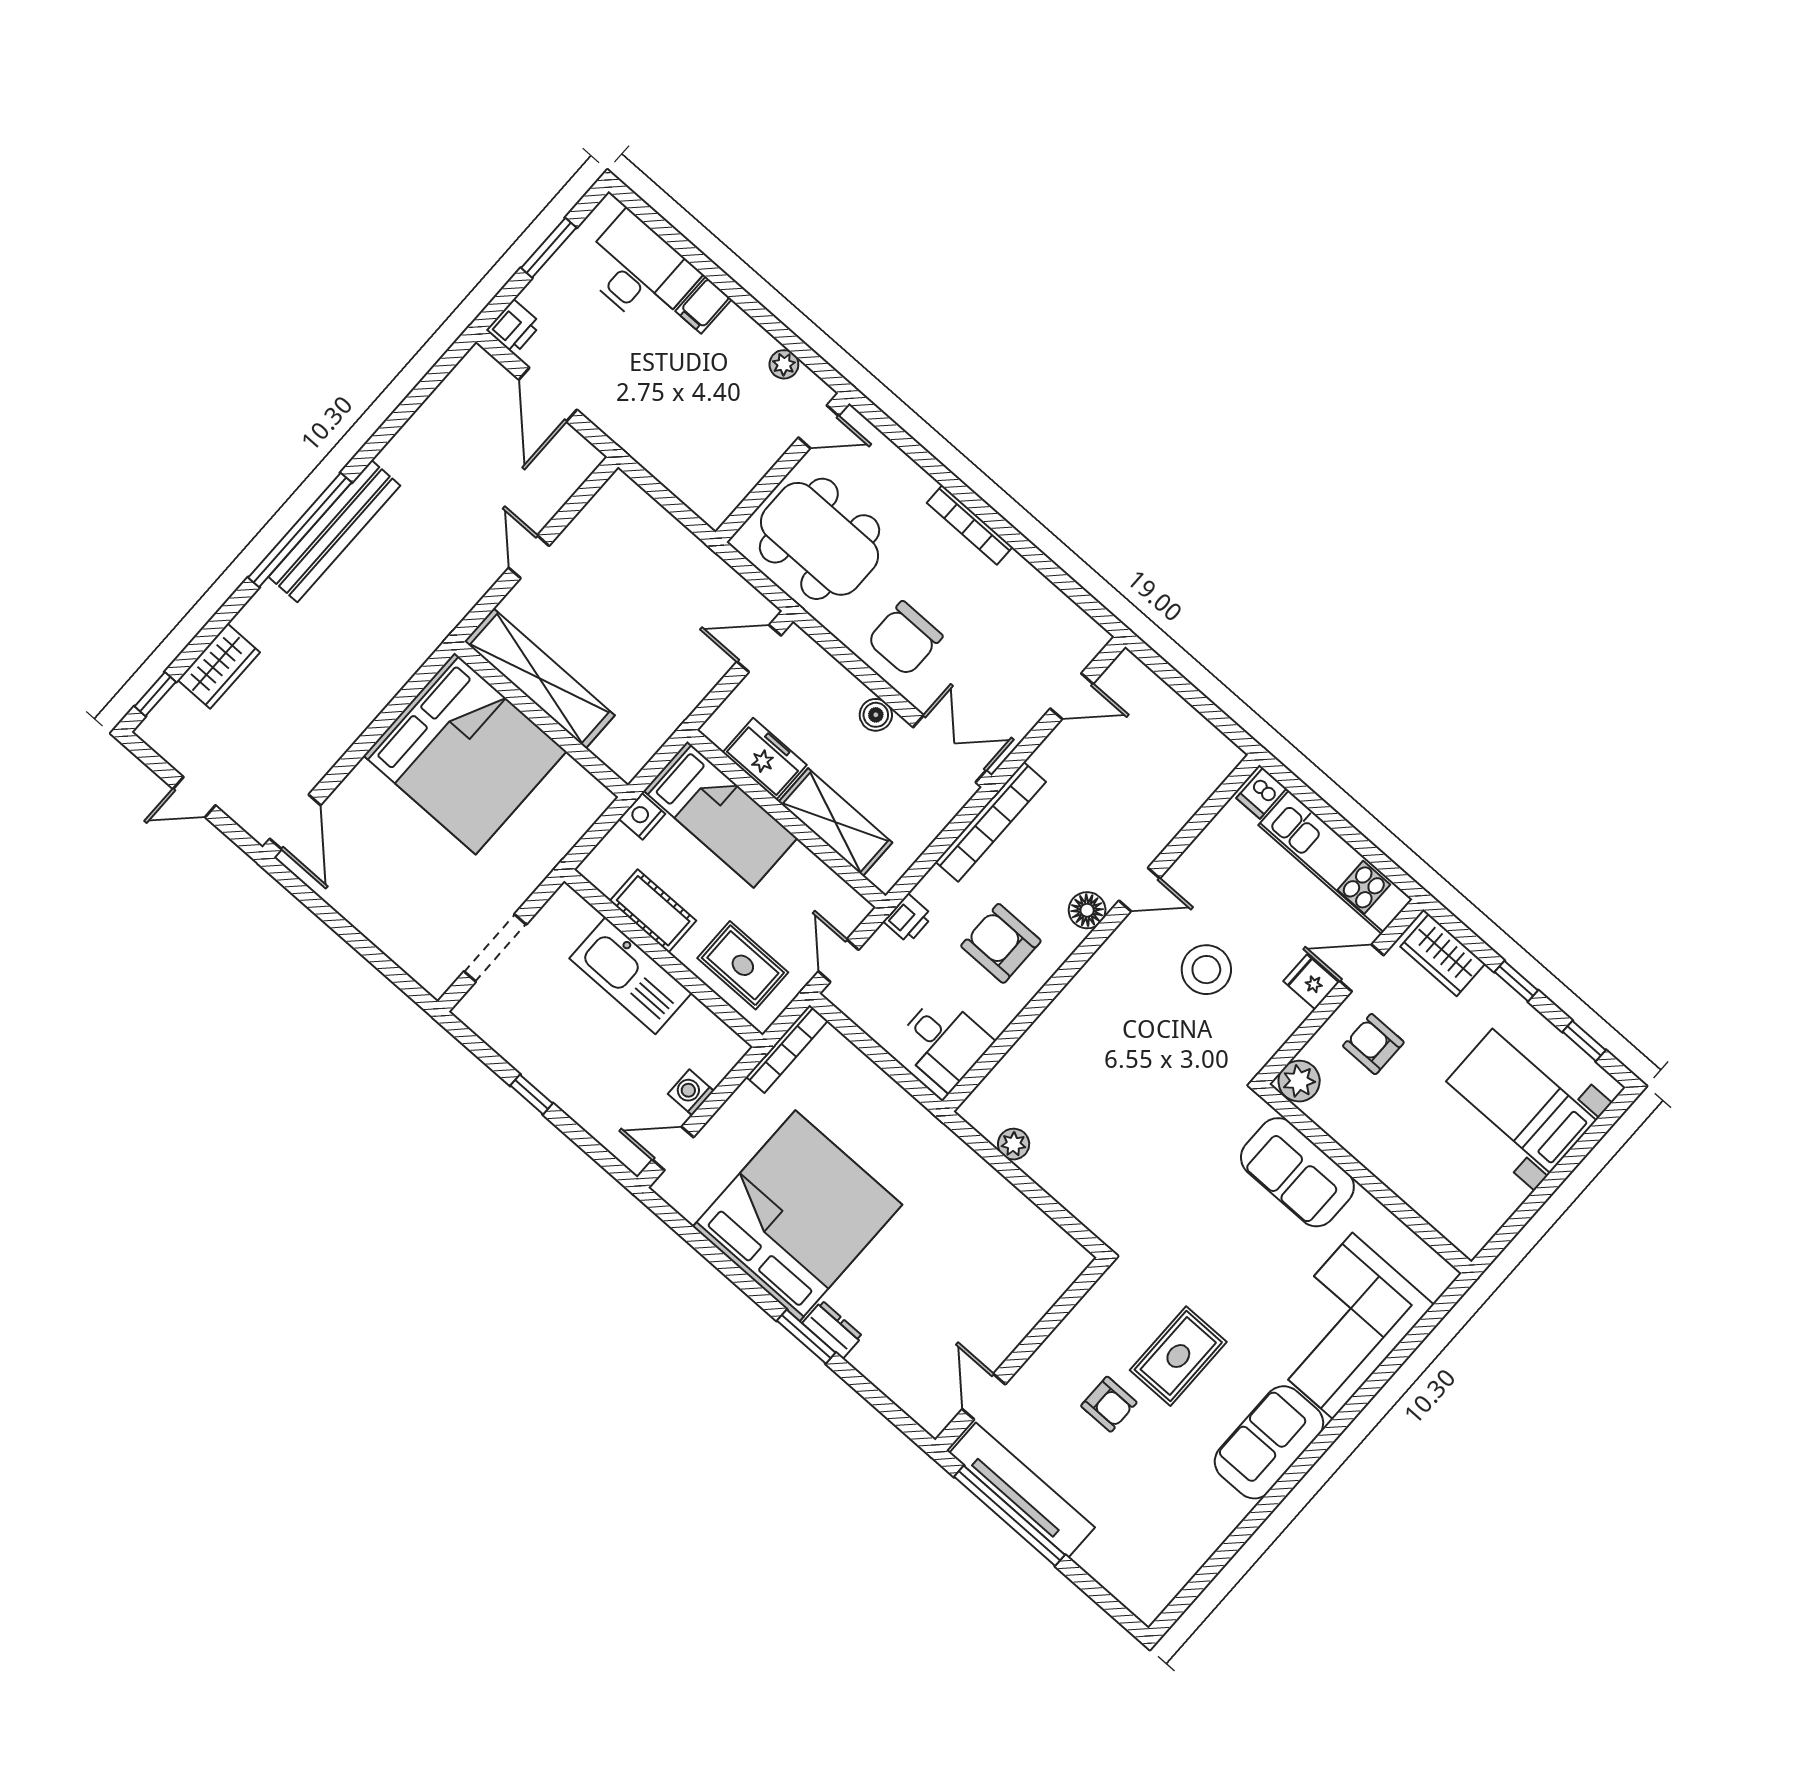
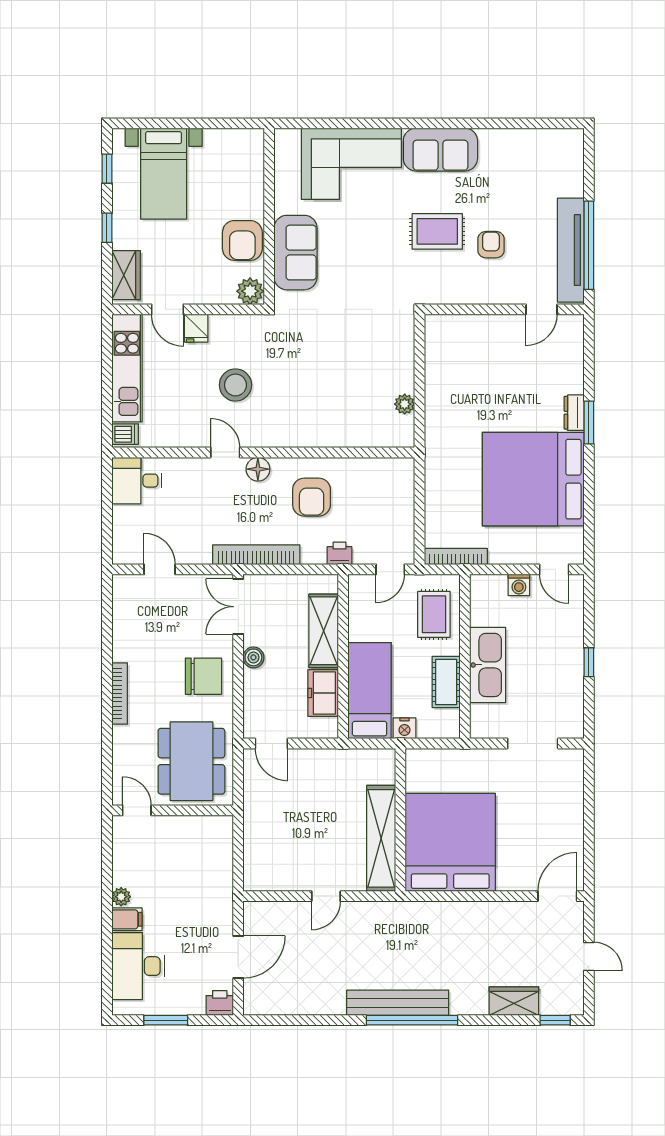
plant: (784, 364) -> (121, 897), moved
desk: (944, 1042) -> (137, 481), moved, turned -90
armchair: (1373, 1044) -> (242, 240), moved, width x1.38, depth x1.38

